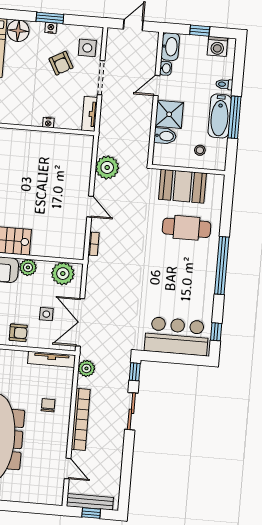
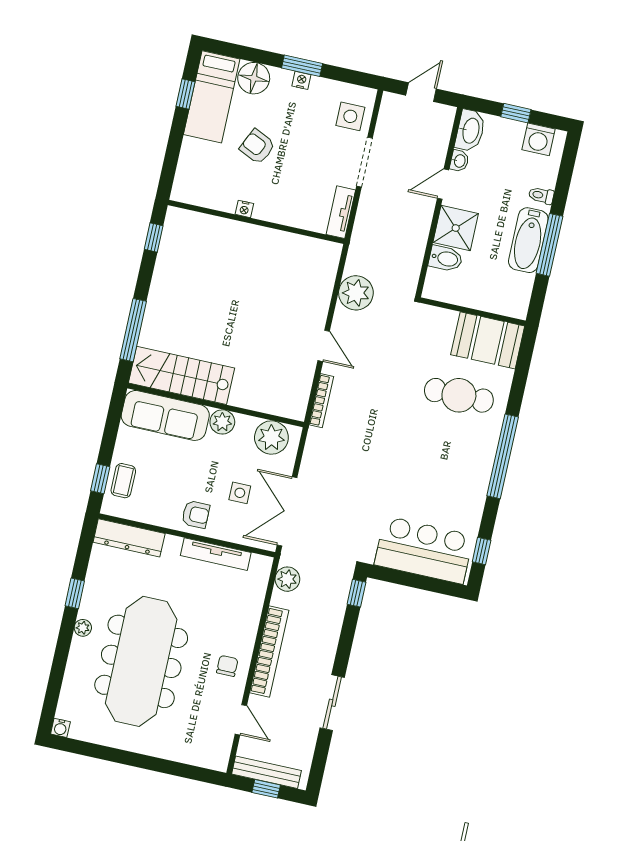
armchair: (61, 63) -> (257, 147), moved, turned 144
nightstand: (48, 123) -> (244, 209), moved
stool: (200, 150) -> (493, 286), removed
booth: (182, 186) -> (488, 340), moved
bookcase: (93, 244) -> (321, 401), width x1.56
tv unit: (52, 359) -> (216, 554), moved
chair: (48, 405) -> (227, 666), moved
sliding door: (131, 411) -> (332, 703), moved

